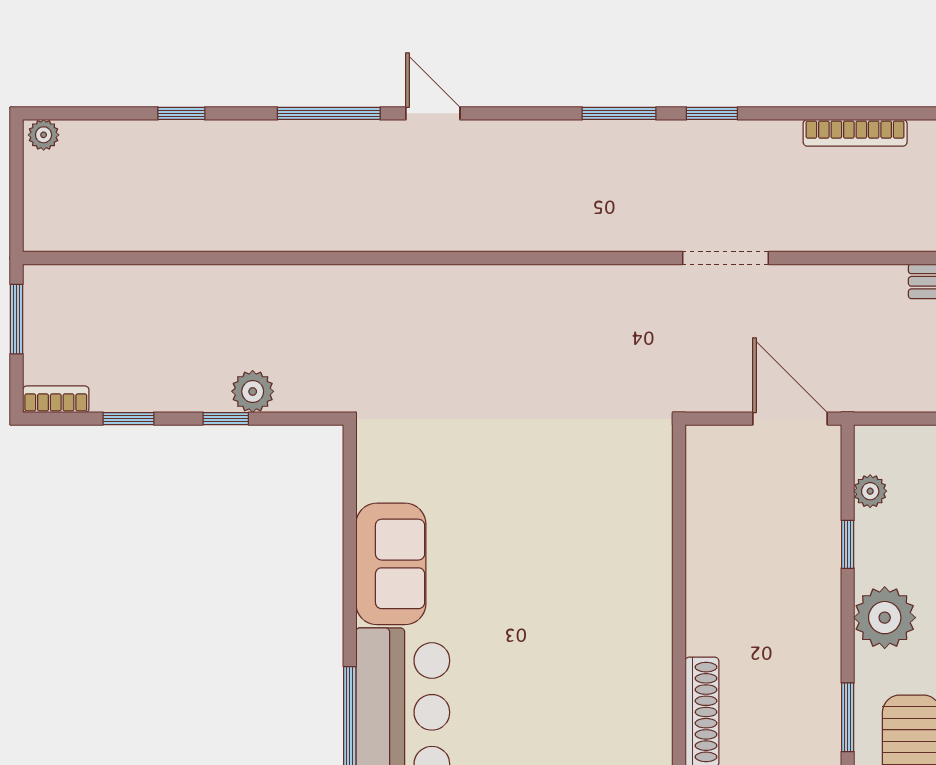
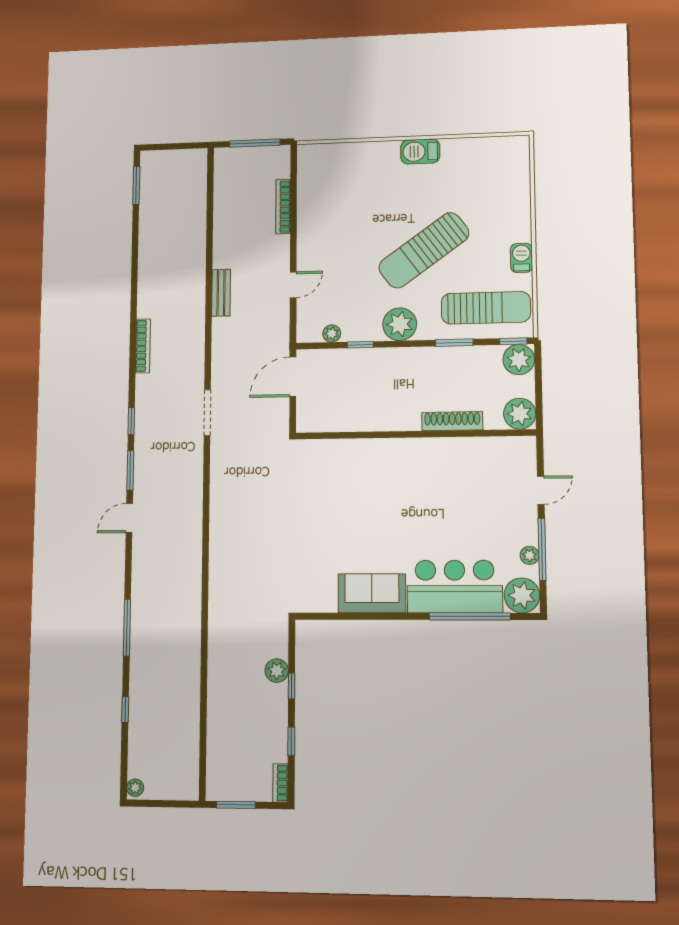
door: (433, 113) -> (129, 518), moved

